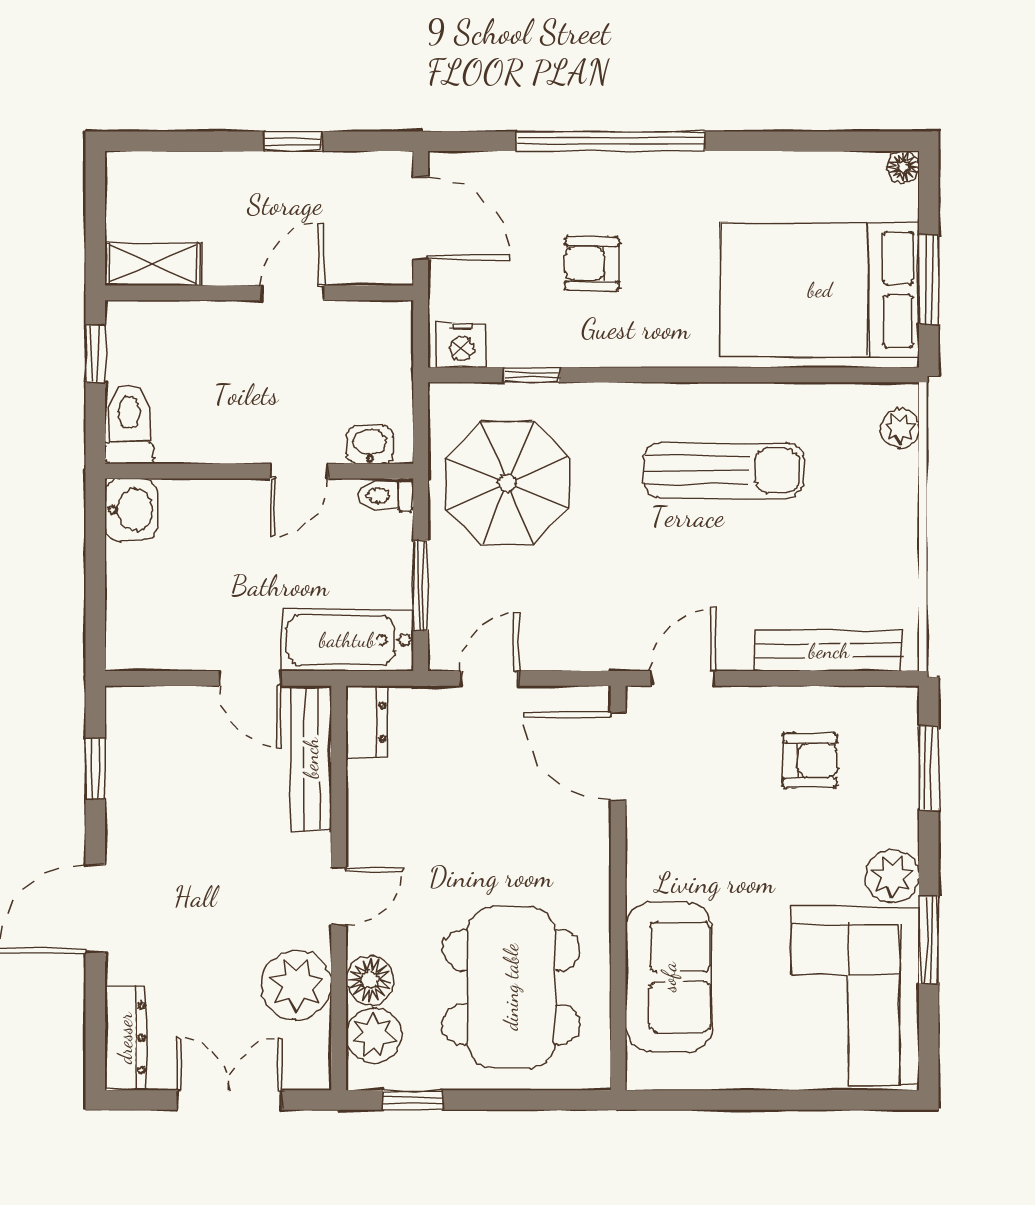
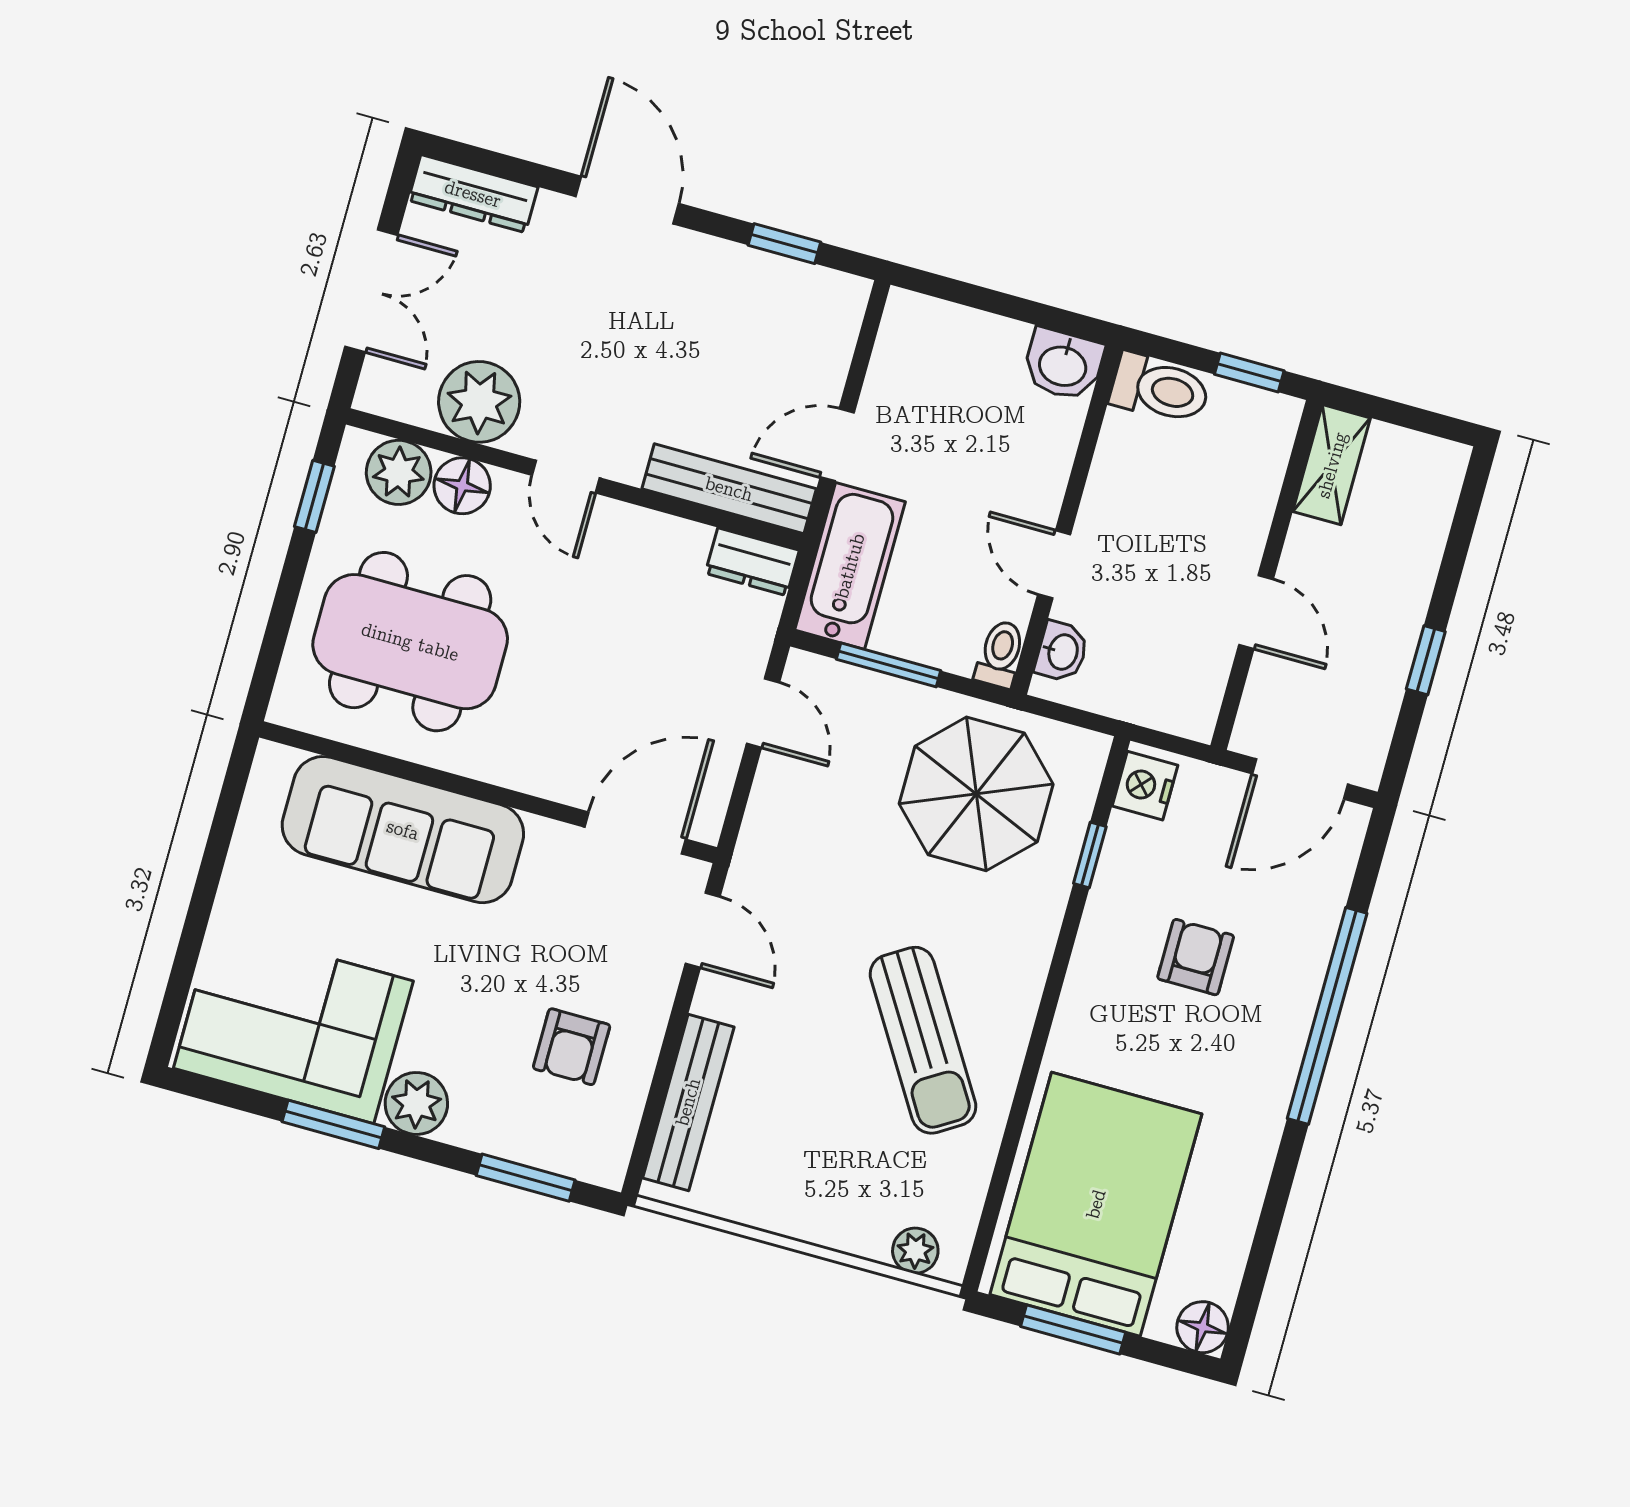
floor lamp: (903, 167) -> (1203, 1327), width x1.37, depth x1.37
sun lounger: (724, 470) -> (923, 1040), turned -32
sofa: (669, 977) -> (403, 830), width x1.36

